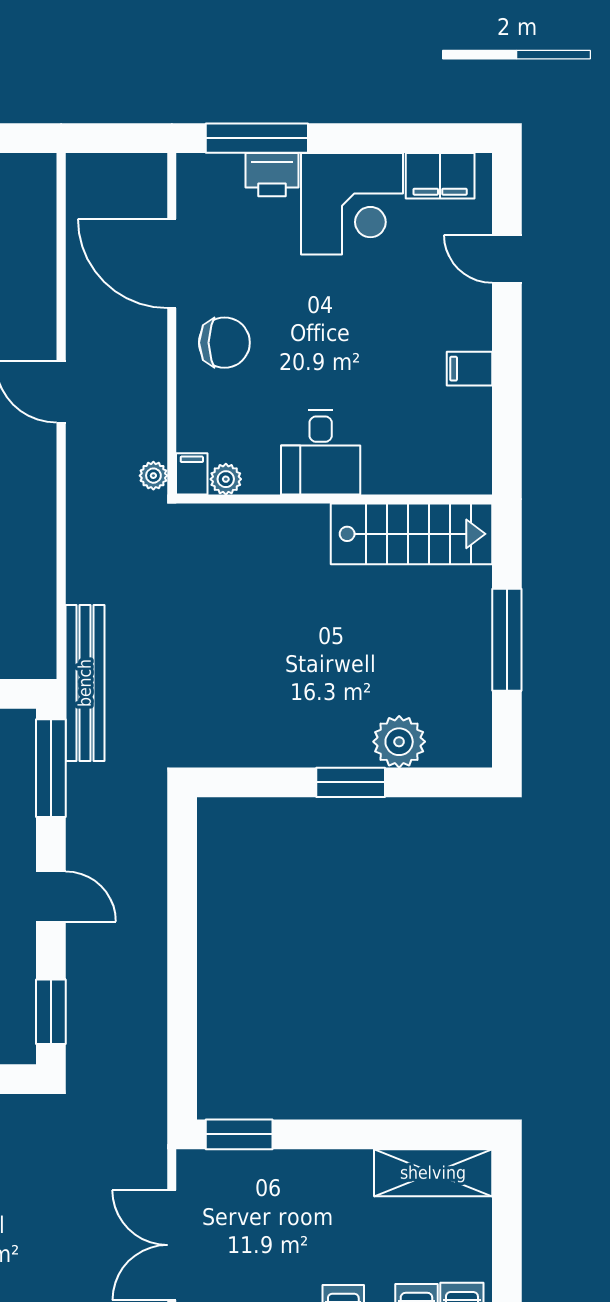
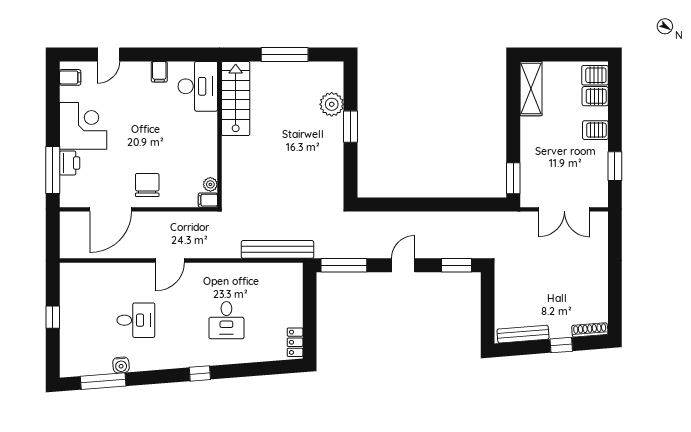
filing cabinet: (440, 176) -> (70, 77), width x0.50
desk: (321, 452) -> (198, 86), moved, width x1.37
plant: (153, 476) -> (209, 218), removed
bench: (85, 683) -> (278, 249), moved

